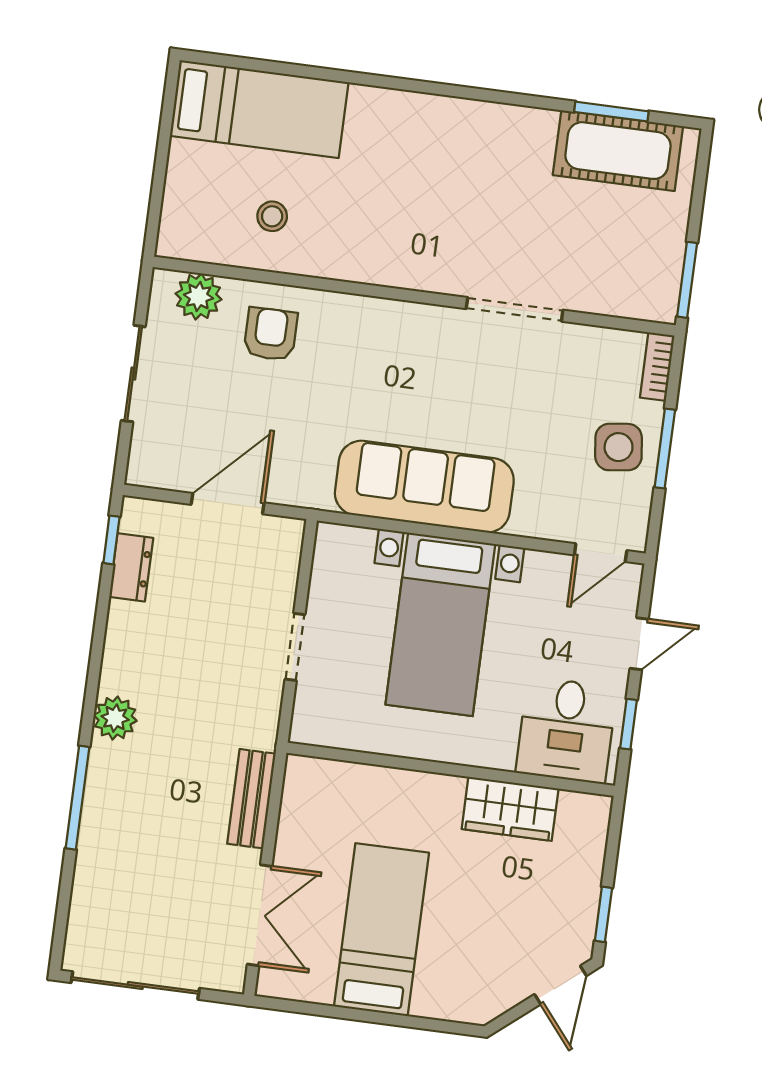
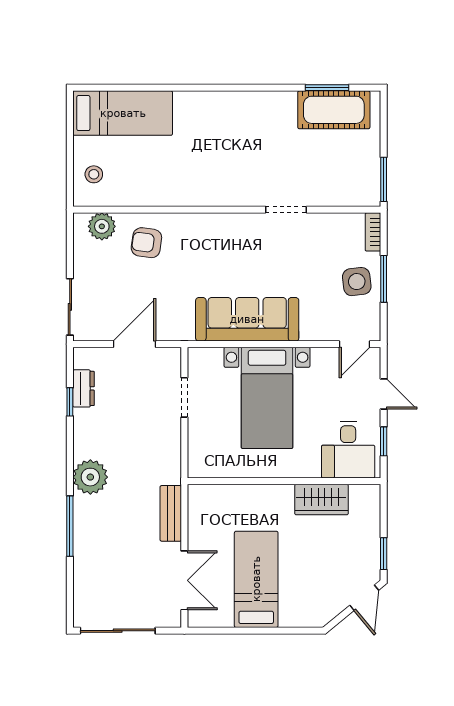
stool: (272, 216) -> (94, 174), moved
doorway: (515, 309) -> (286, 210), width x0.73
armchair: (271, 334) -> (146, 243), turned -82
sliding door: (133, 374) -> (70, 307), moved
window: (111, 540) -> (70, 402), moved
door: (639, 644) -> (384, 394), hinge flipped
doorway: (295, 647) -> (184, 397), moved
plant: (115, 718) -> (90, 477), width x1.36, depth x1.36

